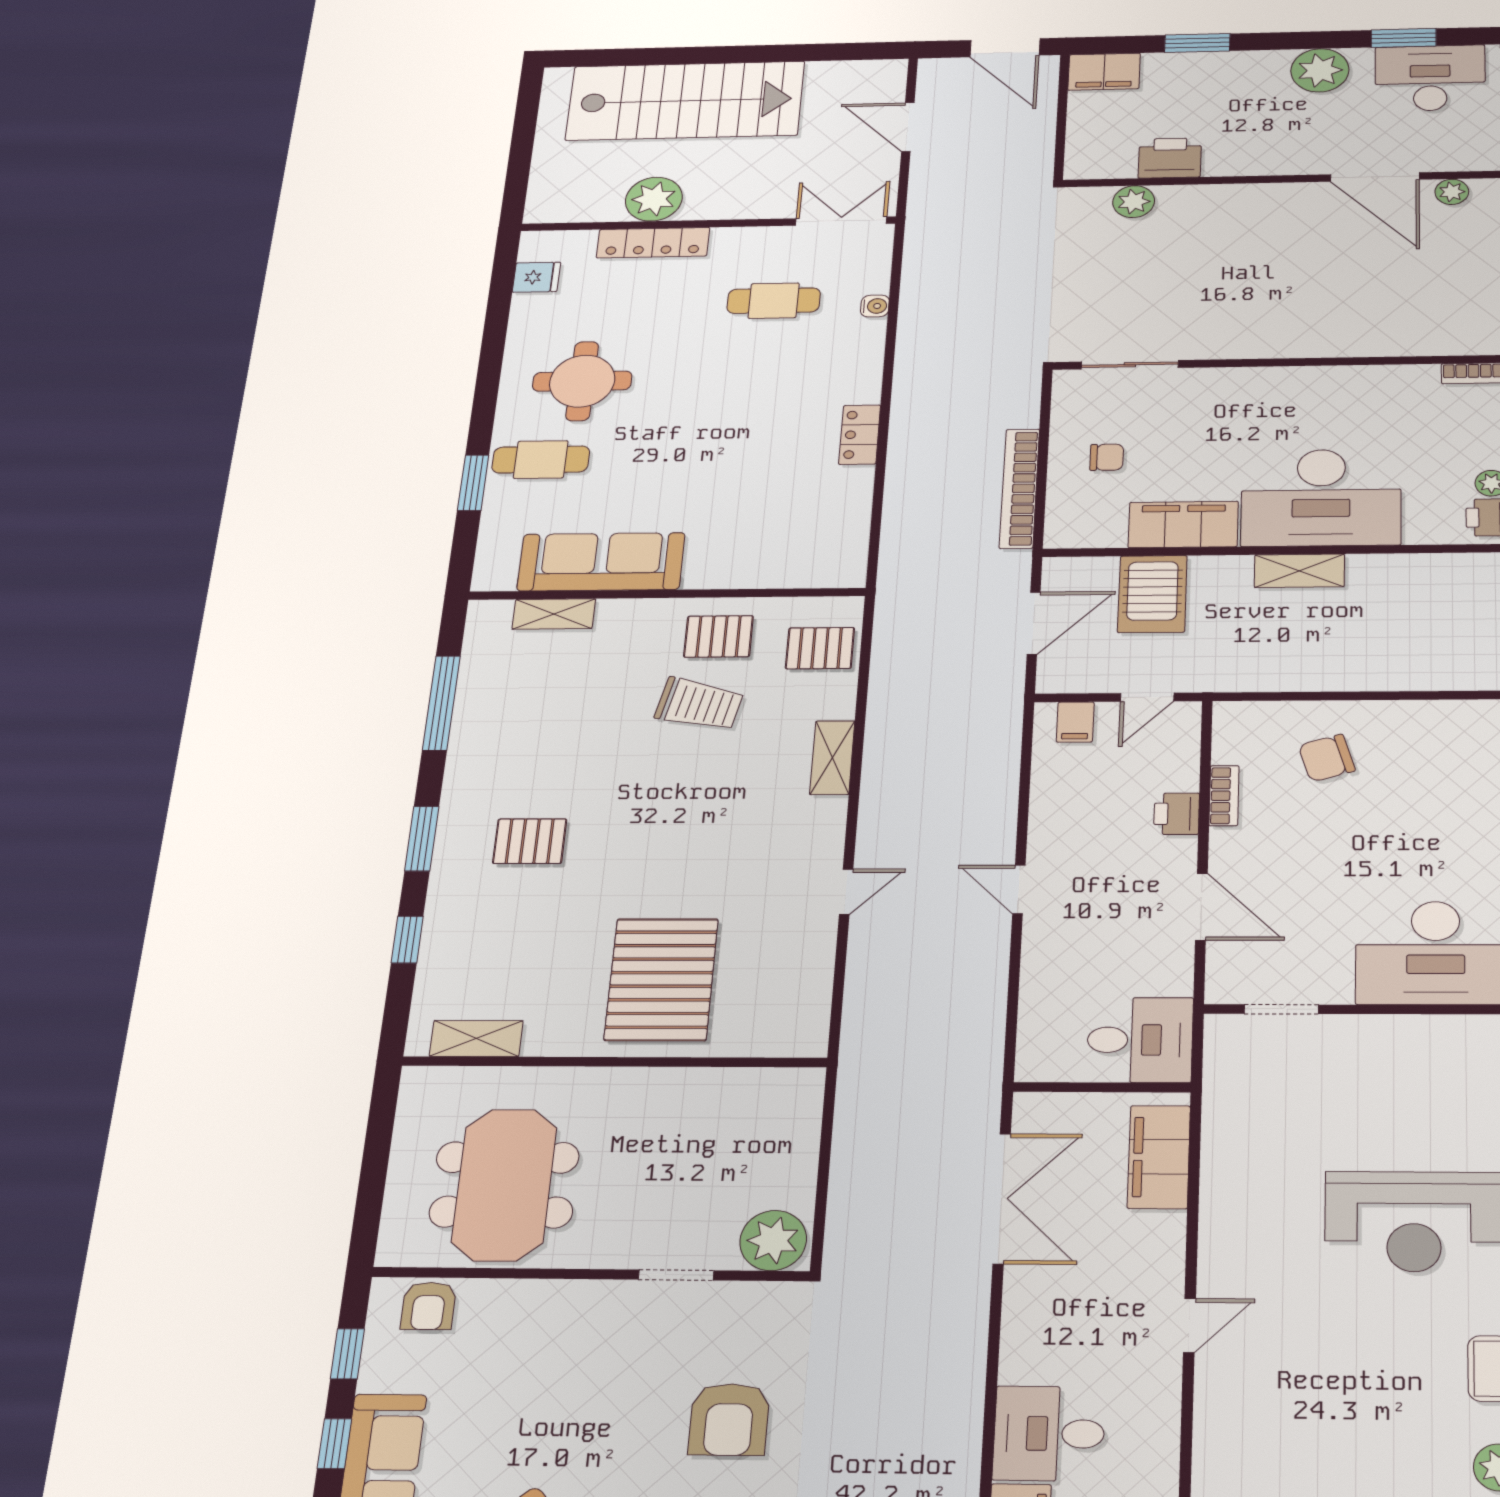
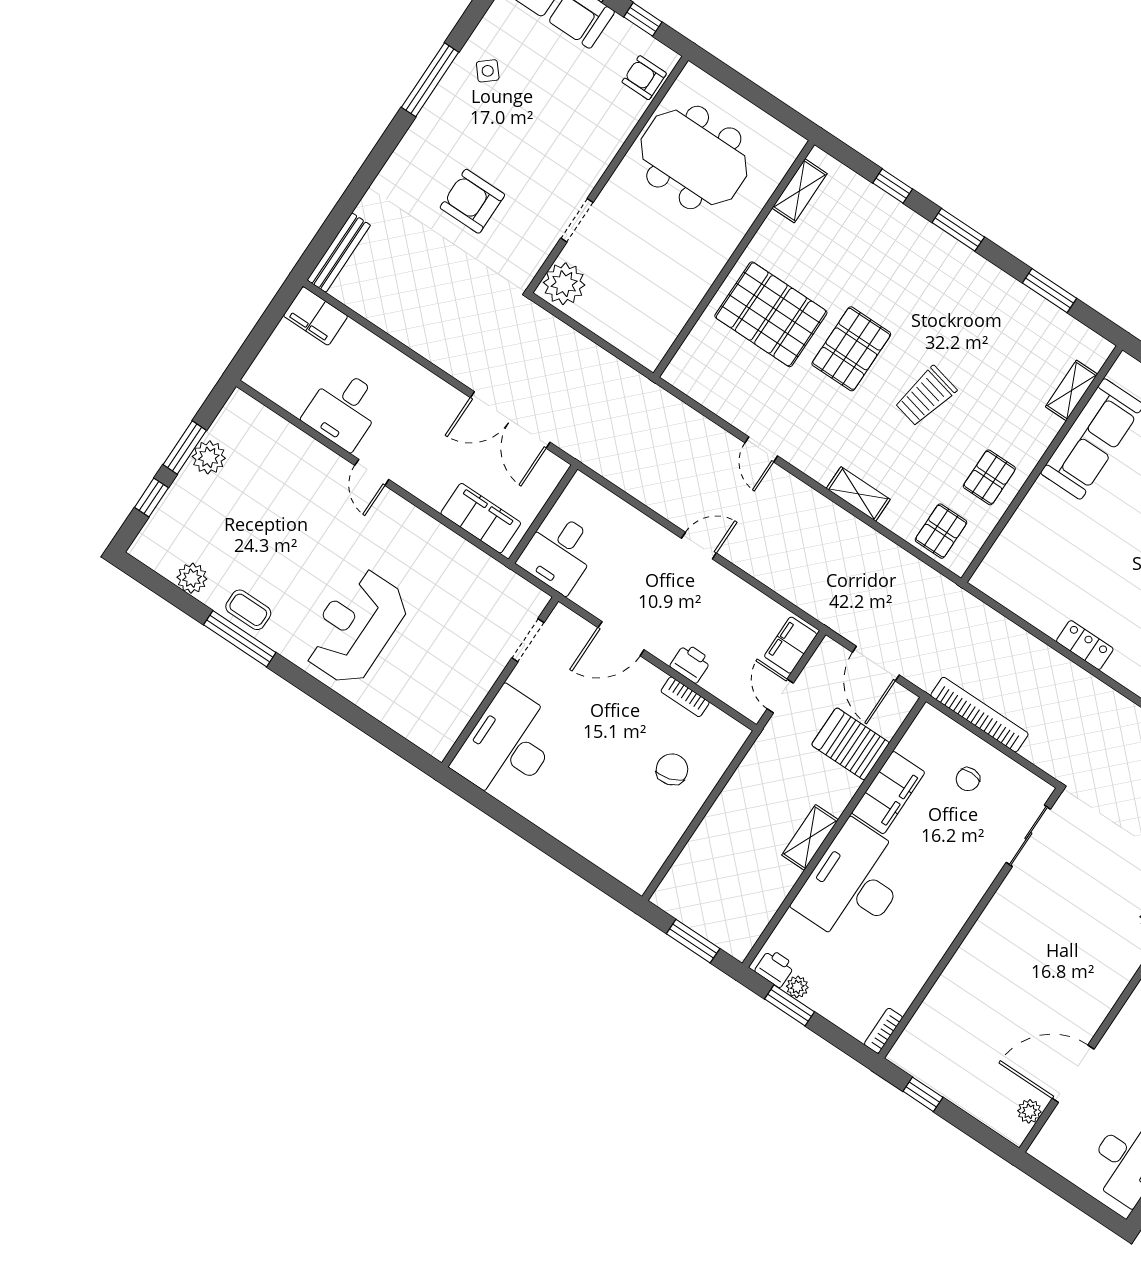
window: (441, 703) -> (1049, 291), width x0.69
trolley: (699, 704) -> (926, 396), moved
filing cabinet: (1075, 722) -> (791, 645), width x2.00
pallet: (530, 841) -> (851, 349), moved, width x1.50, depth x1.42
desk: (1049, 1434) -> (344, 409), moved, turned 180

